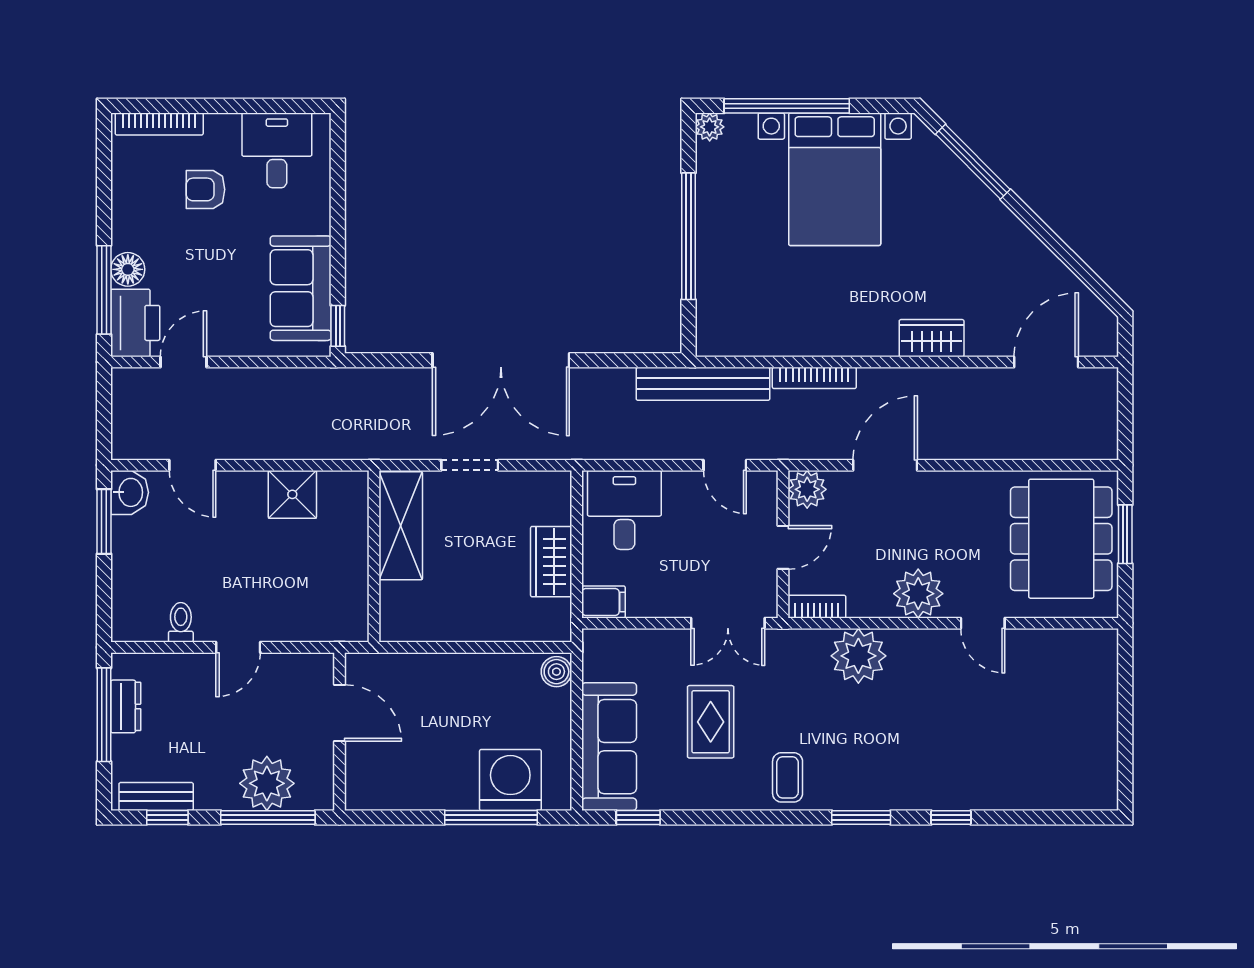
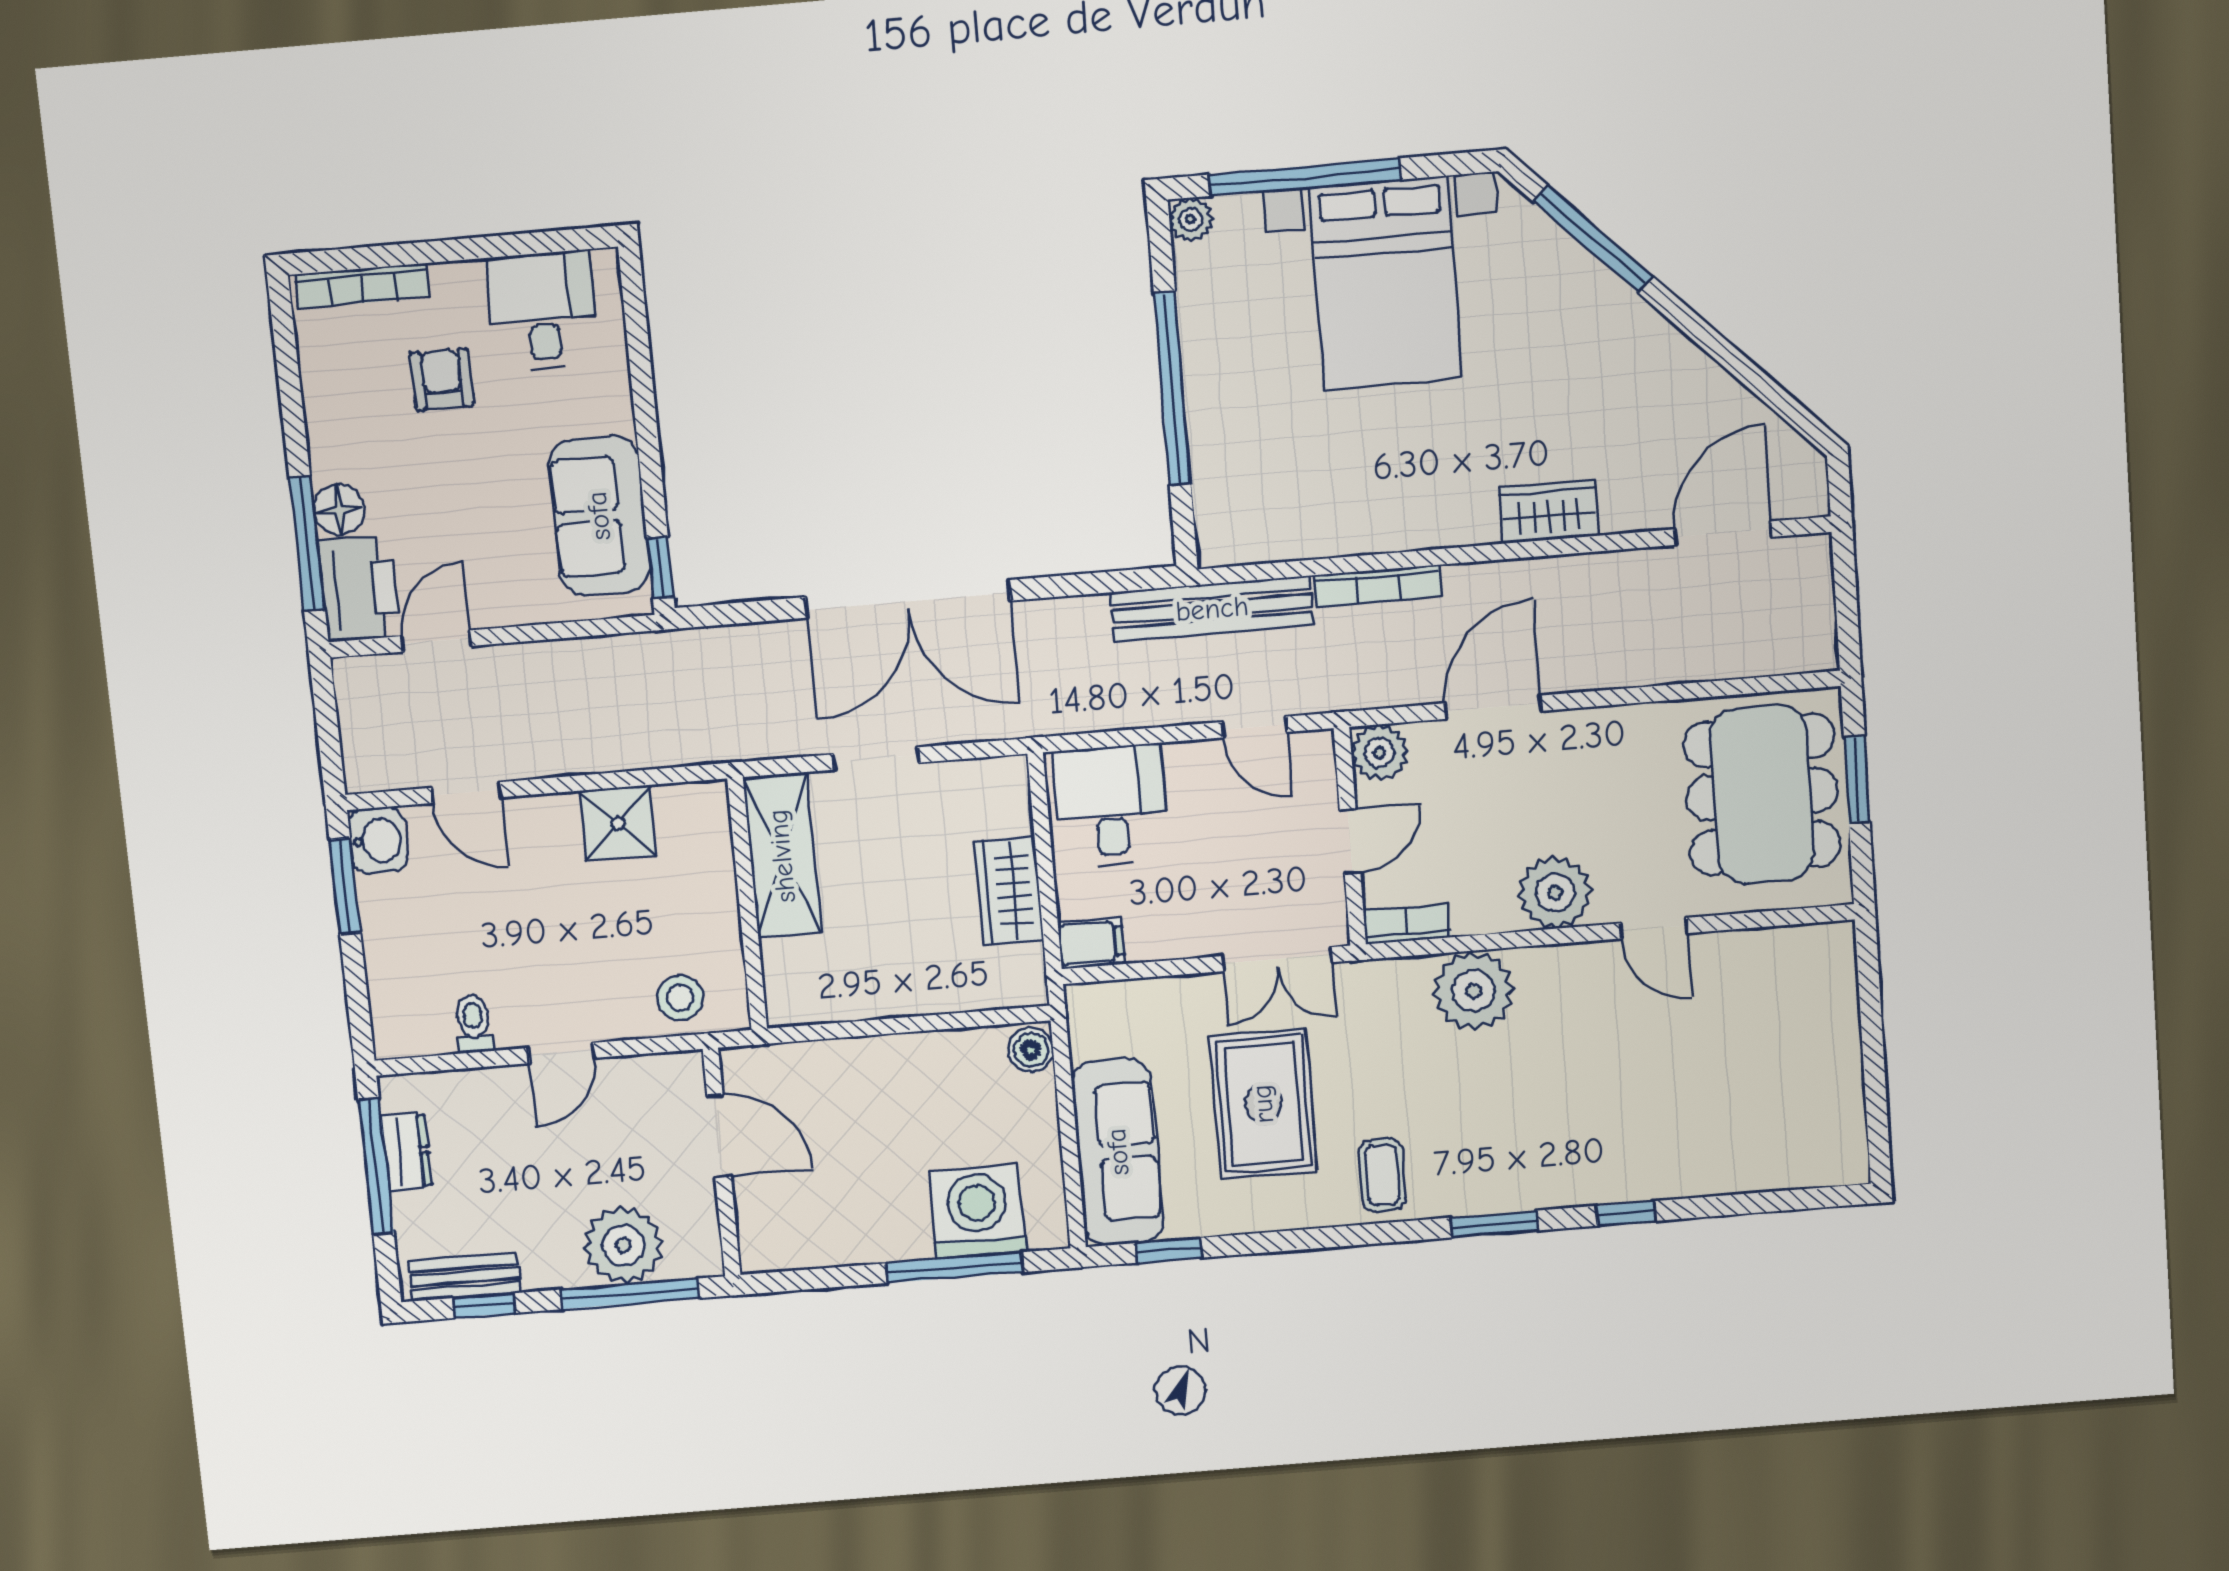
armchair: (205, 189) -> (442, 379), turned 90
stool: (322, 616) -> (680, 998), added
rug: (711, 722) -> (1263, 1104), width x1.36, depth x1.43

